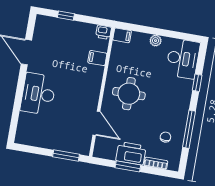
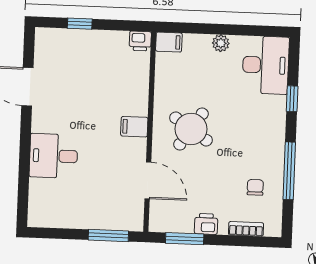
filing cabinet: (97, 58) -> (134, 127), moved
desk: (38, 94) -> (53, 156), width x0.73
round table: (129, 94) -> (191, 129), turned 34
printer: (131, 153) -> (206, 224), width x0.53, depth x0.68
window: (128, 166) -> (185, 239), moved

